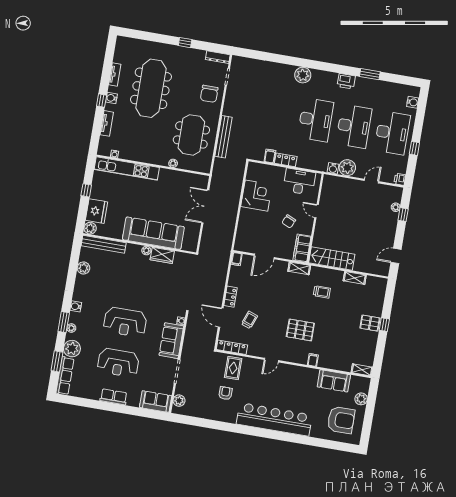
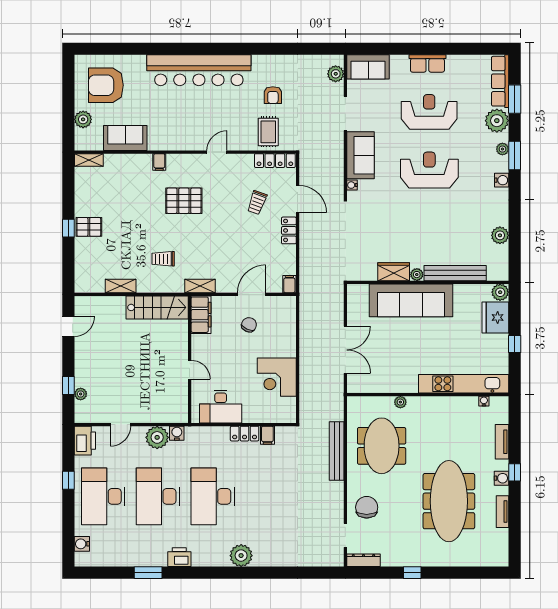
printer: (400, 179) -> (85, 441), width x1.87, depth x1.48
chair: (289, 221) -> (249, 325), moved
bench: (104, 244) -> (455, 273), moved

